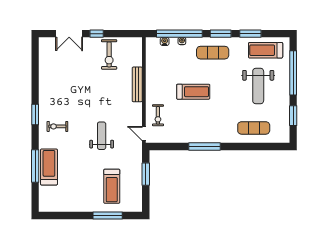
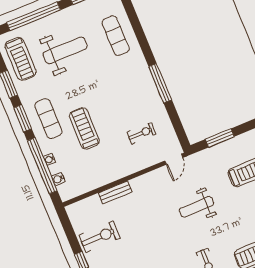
bench: (137, 84) -> (115, 192), width x0.73
treadmill: (193, 92) -> (84, 128), moved
exercise bike: (158, 115) -> (141, 133), moved

